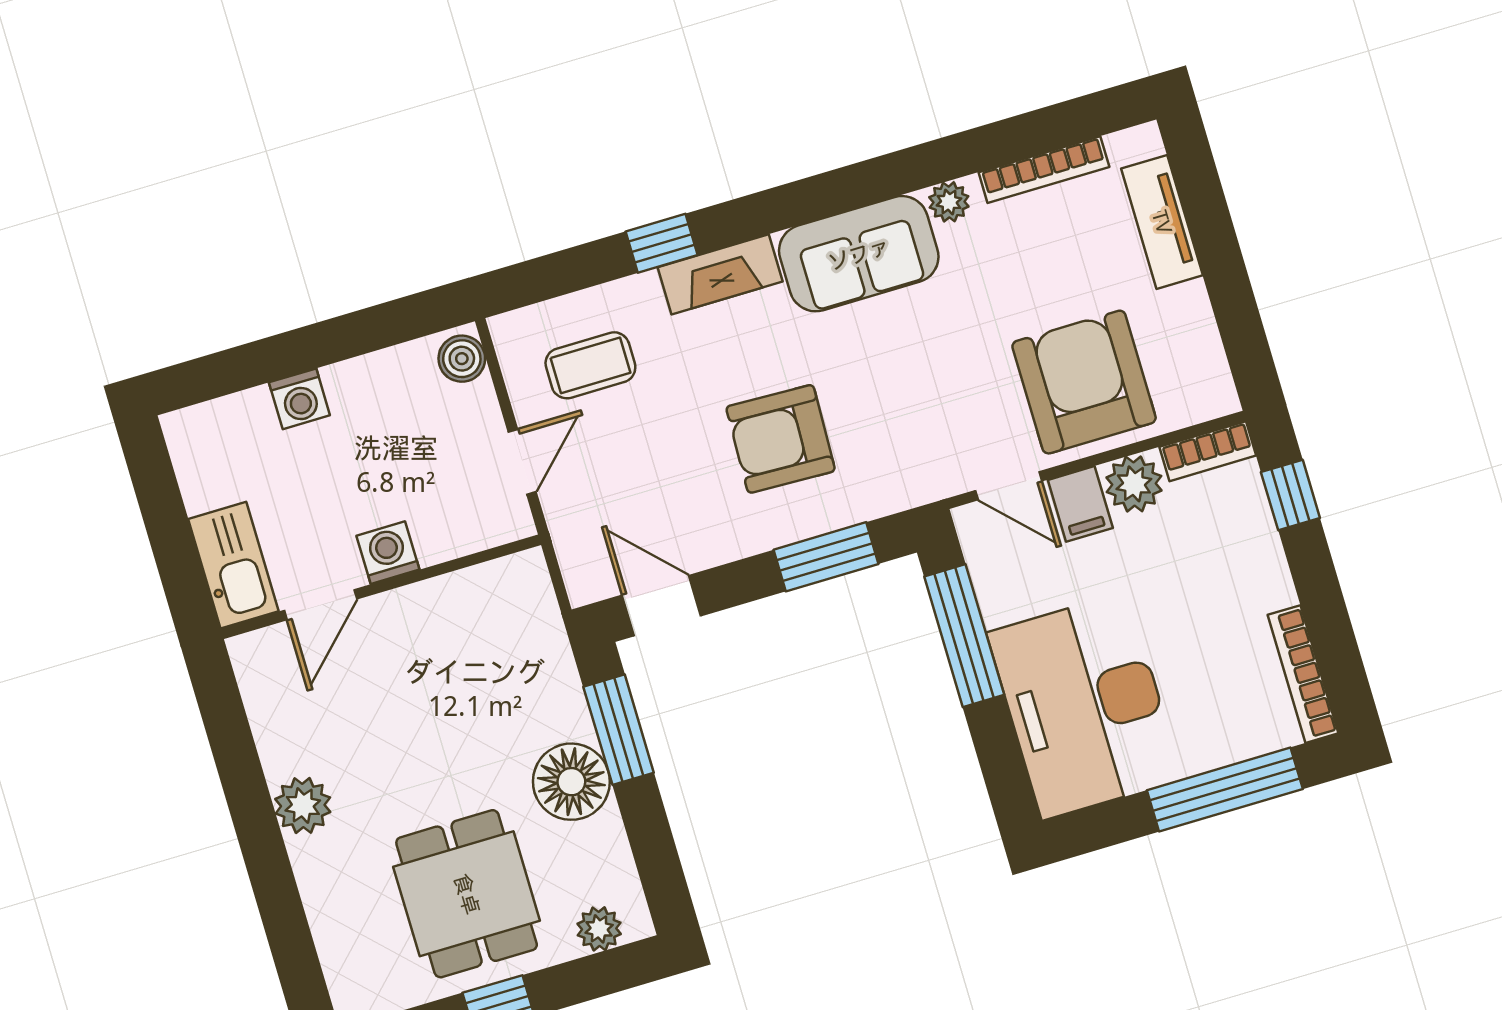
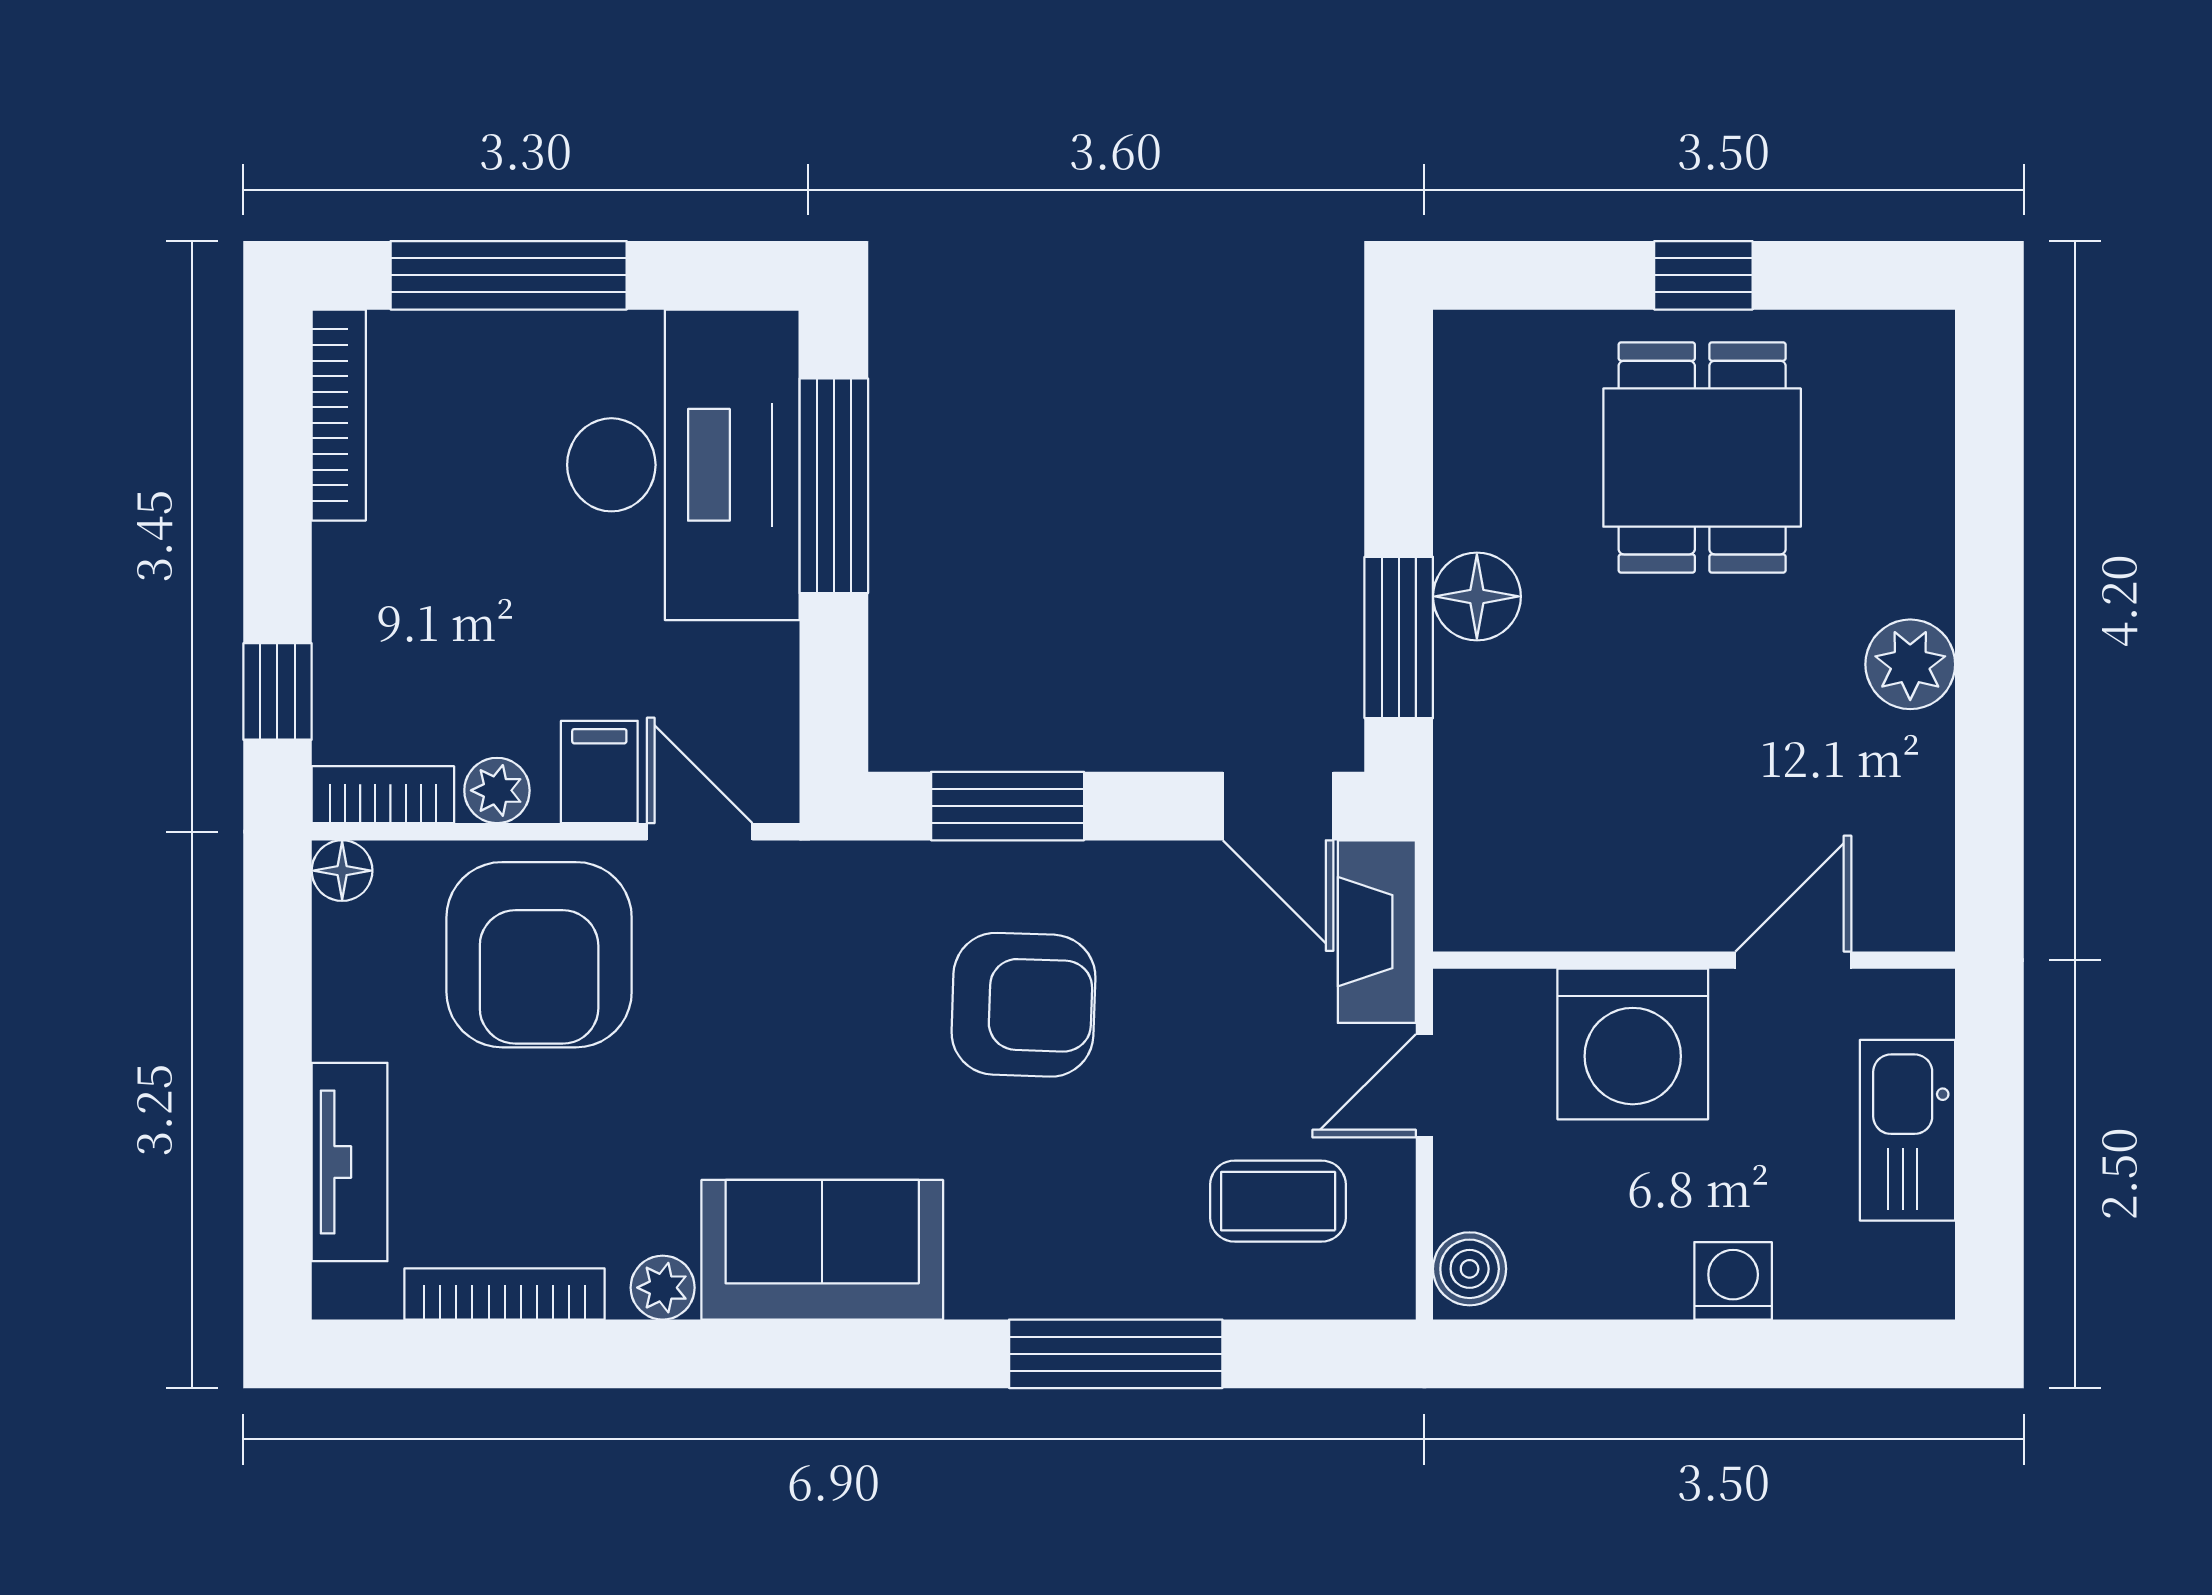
window: (662, 243) -> (1116, 1354), width x2.17
fireplace: (720, 274) -> (1377, 932), moved, turned -90
floor lamp: (1219, 398) -> (342, 871), added
plant: (1134, 484) -> (497, 790), width x0.73, depth x0.73
washing machine: (388, 553) -> (1633, 1044), width x1.89, depth x1.89
kitchen sink: (233, 565) -> (1907, 1130), moved
window: (964, 636) -> (834, 486), moved
floor lamp: (571, 782) -> (1477, 596), width x0.73, depth x0.73
plant: (599, 929) -> (1517, 345), removed

